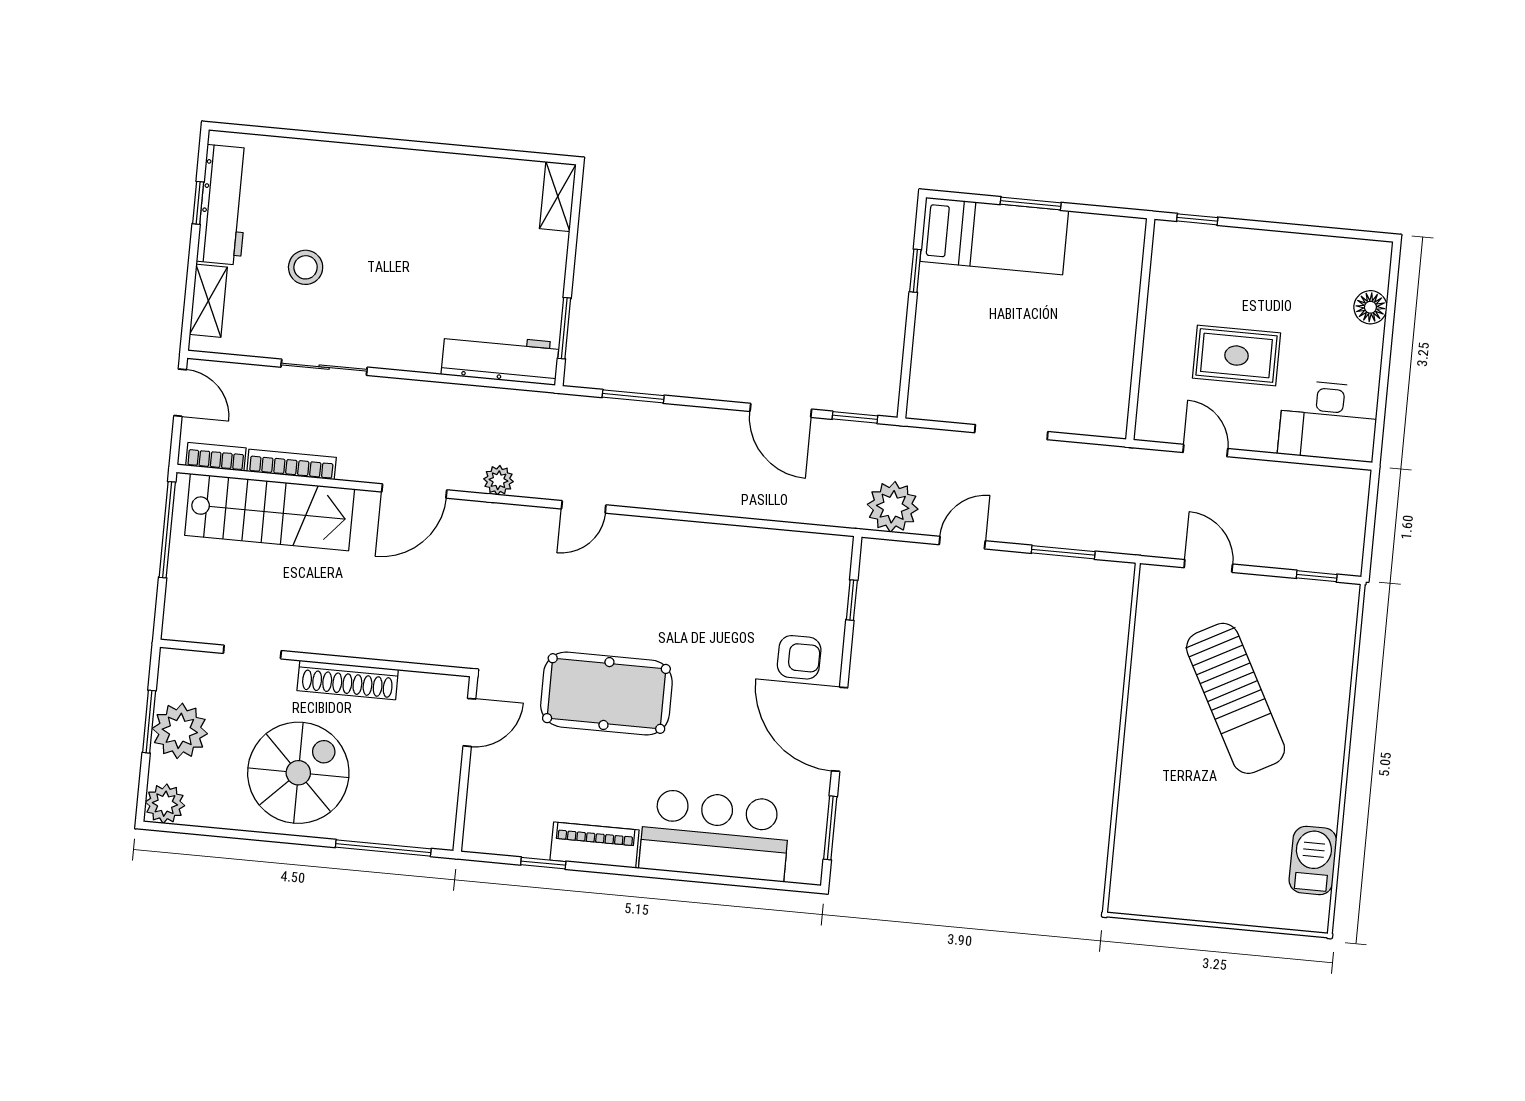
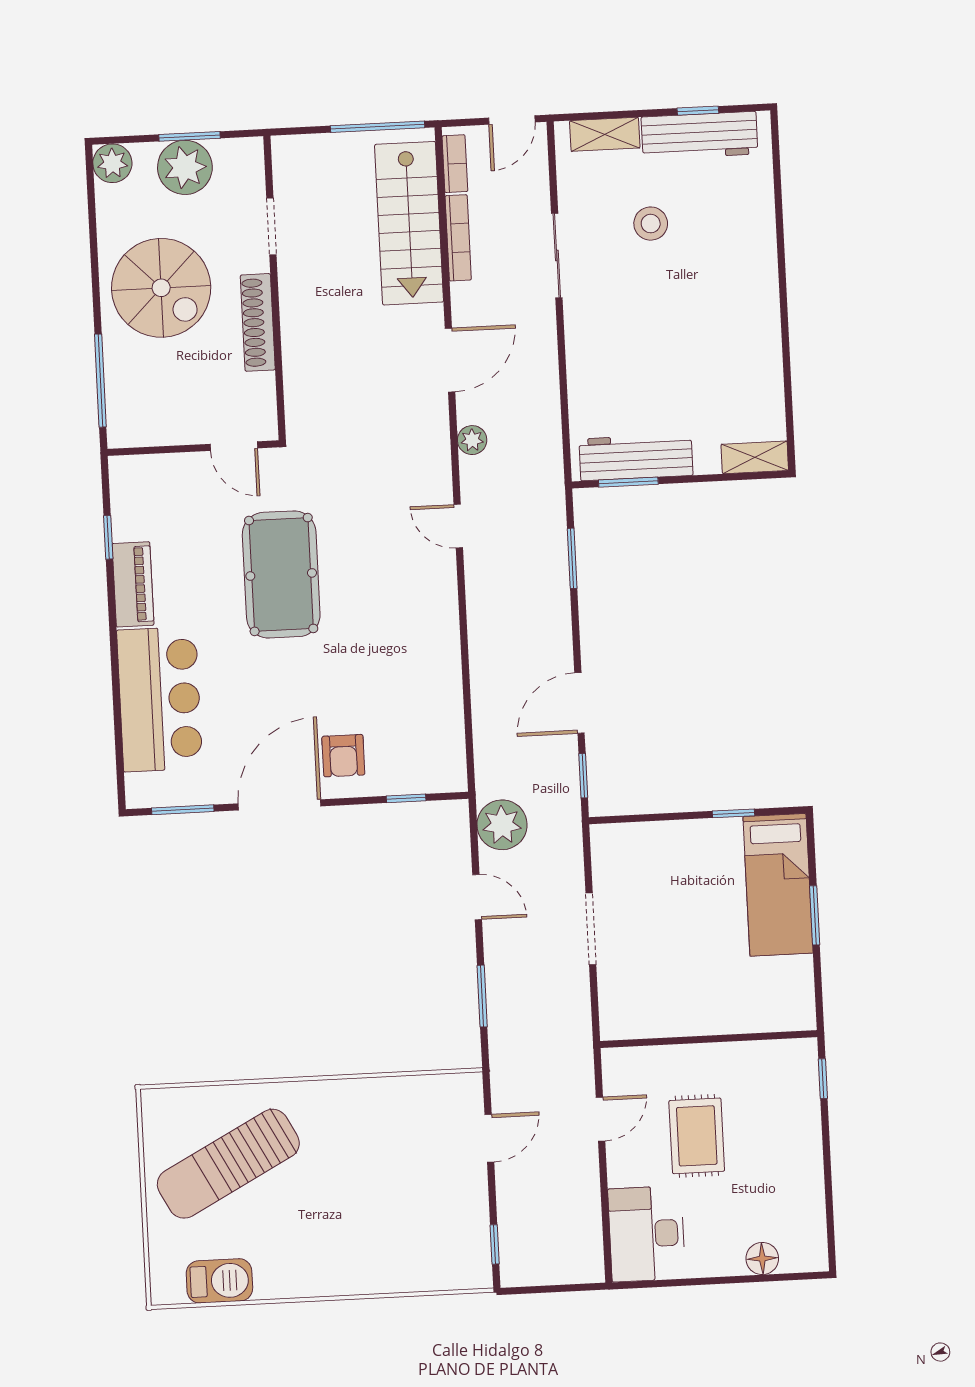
workbench: (500, 359) -> (636, 457), moved, turned -90
door: (414, 491) -> (450, 360), swing flipped
sun lounger: (1236, 698) -> (228, 1164), moved

